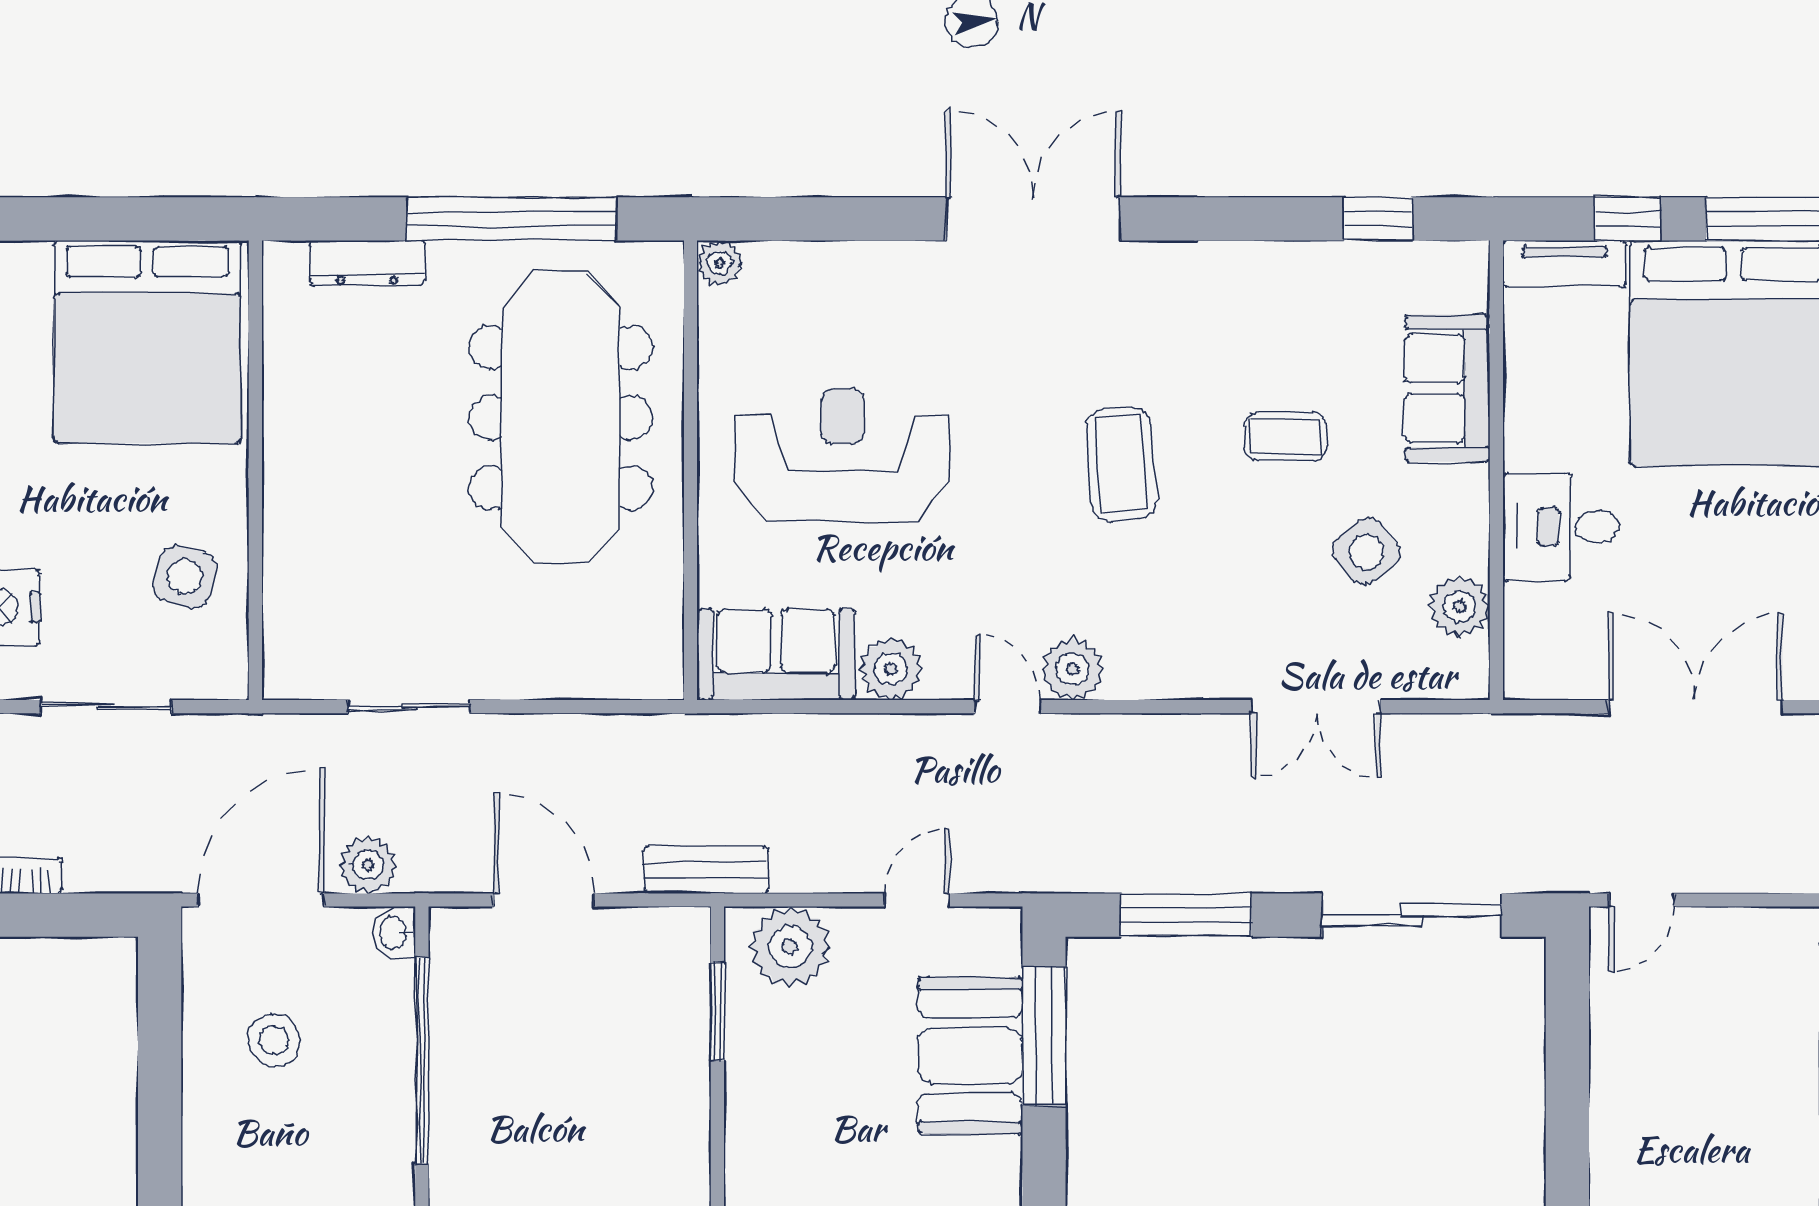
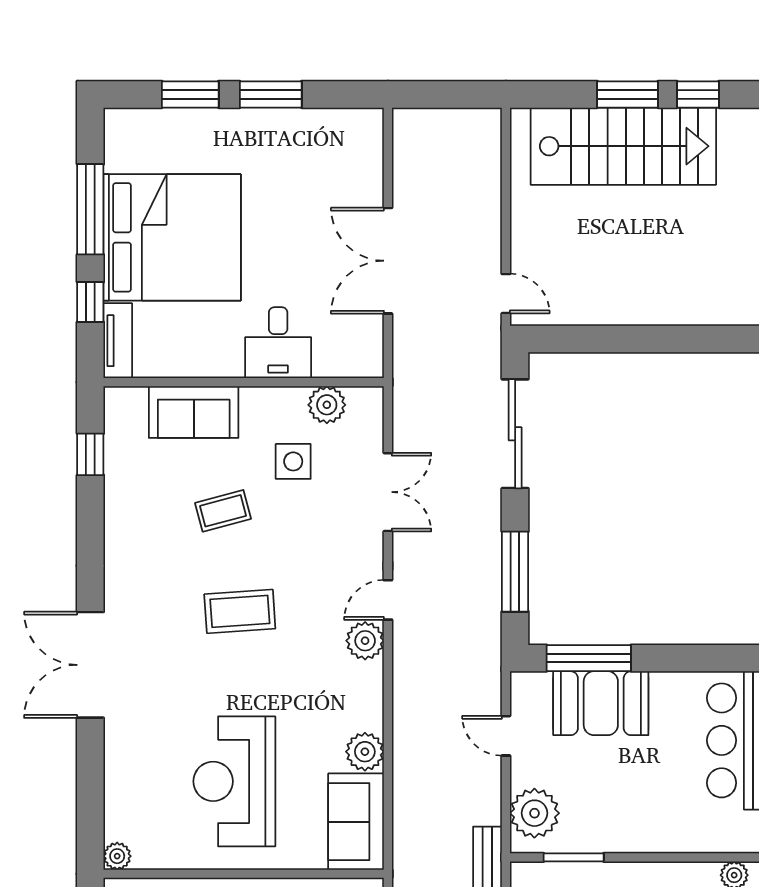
coffee table: (1285, 436) -> (223, 511), turned 75
side table: (1366, 551) -> (293, 461), turned 38
door: (1008, 707) -> (388, 600), moved

